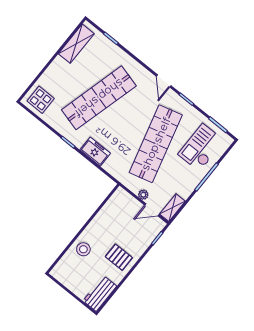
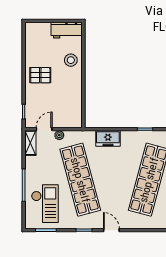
freezer: (95, 152) -> (108, 138), moved
workbench: (100, 293) -> (67, 30), moved, turned 90

